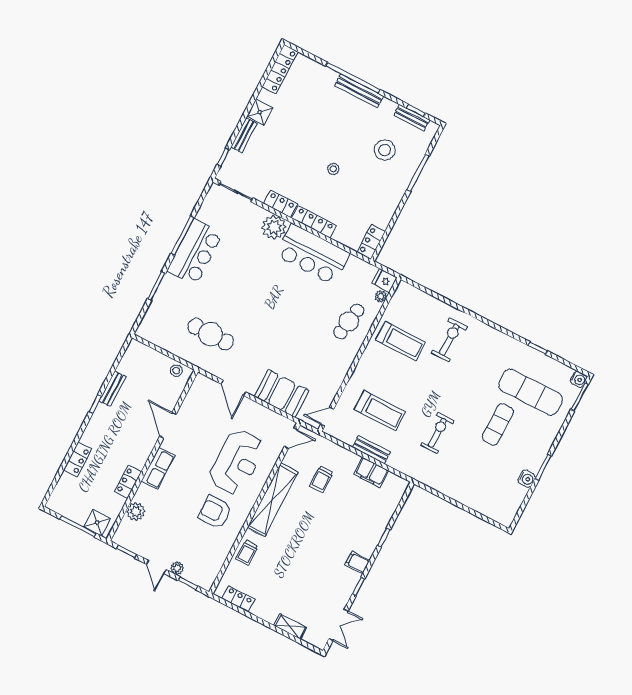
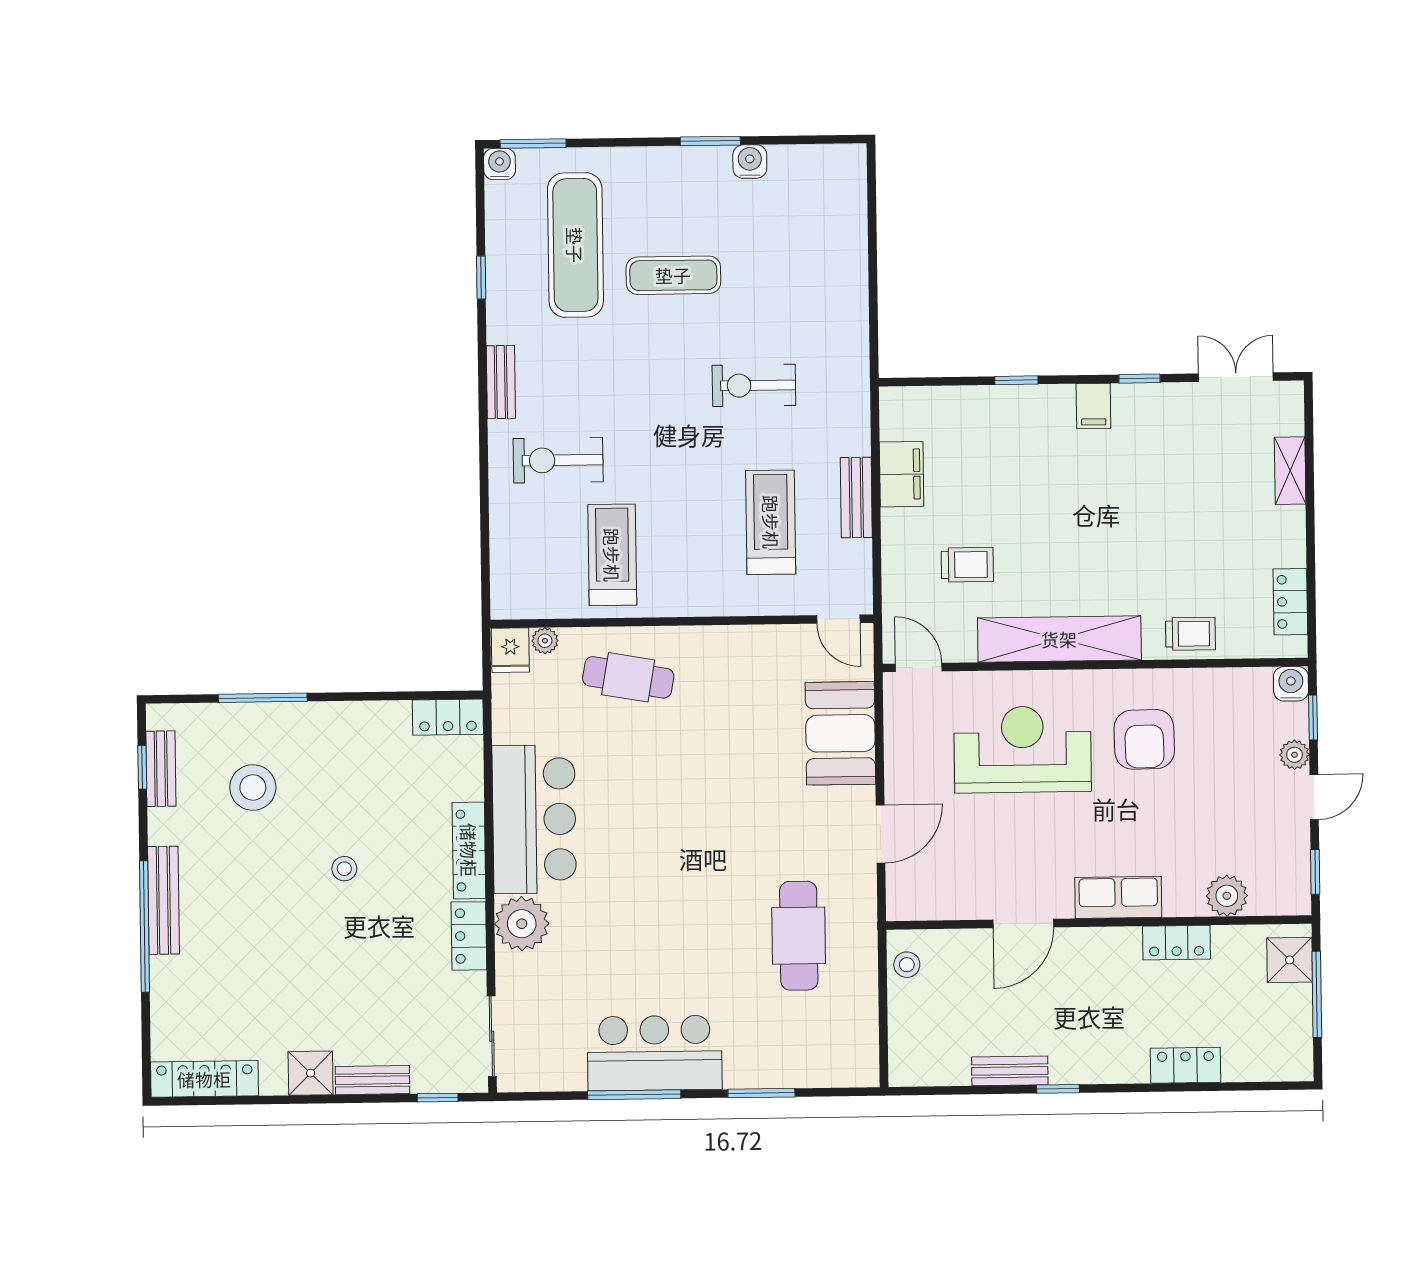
bench: (492, 334) -> (501, 382), added
water cooler: (206, 582) -> (1291, 684), added

